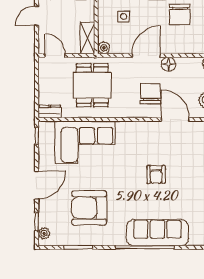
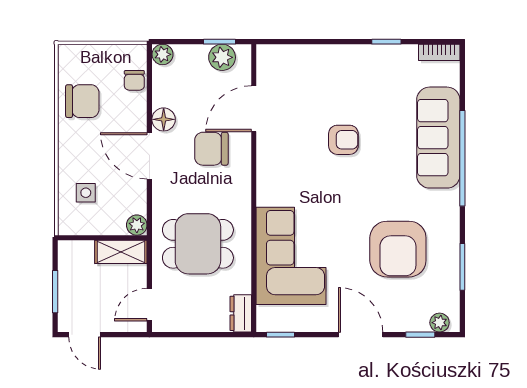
chair: (193, 46) -> (134, 80), added

